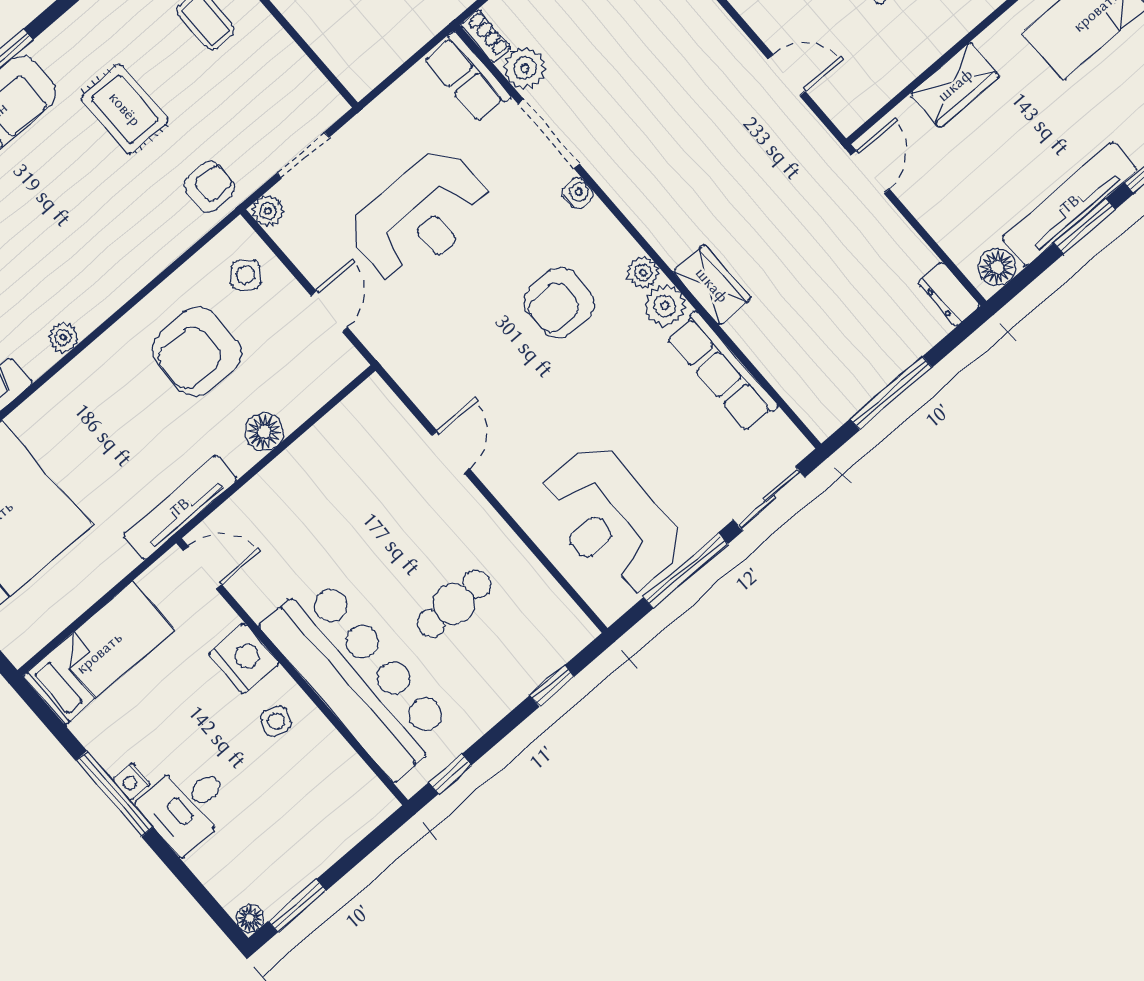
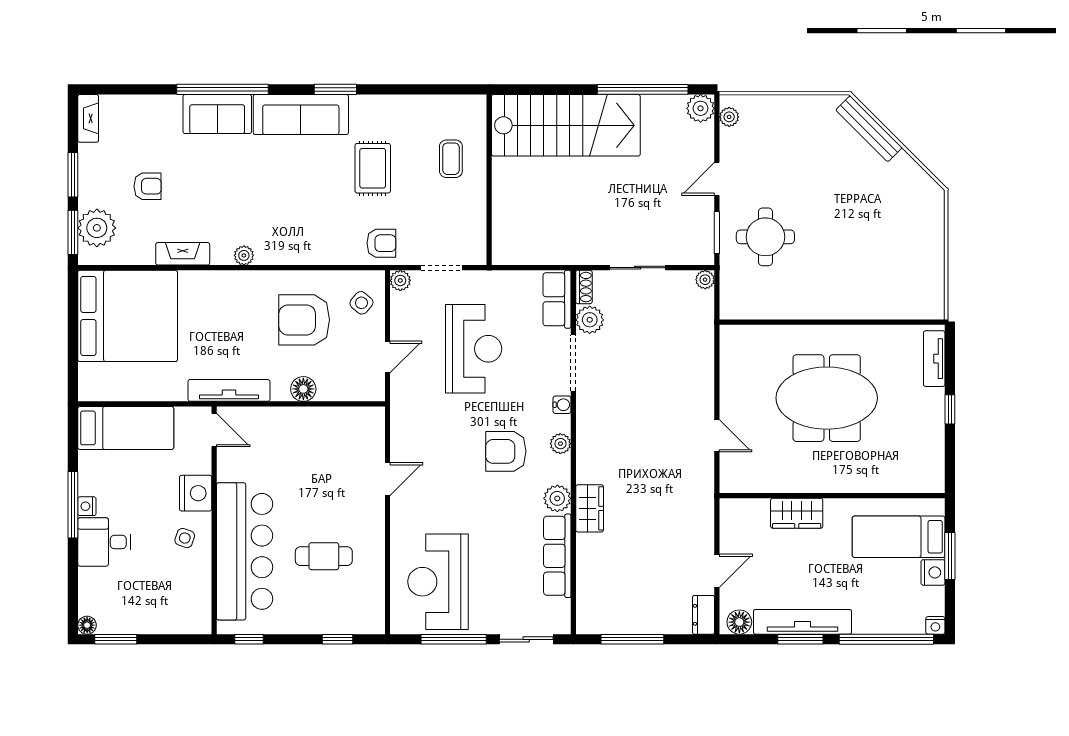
door: (870, 172) -> (717, 571), moved
reception desk: (420, 217) -> (474, 349), turned -90
plant: (643, 273) -> (560, 444), moved

